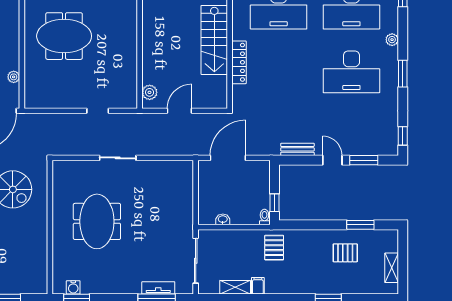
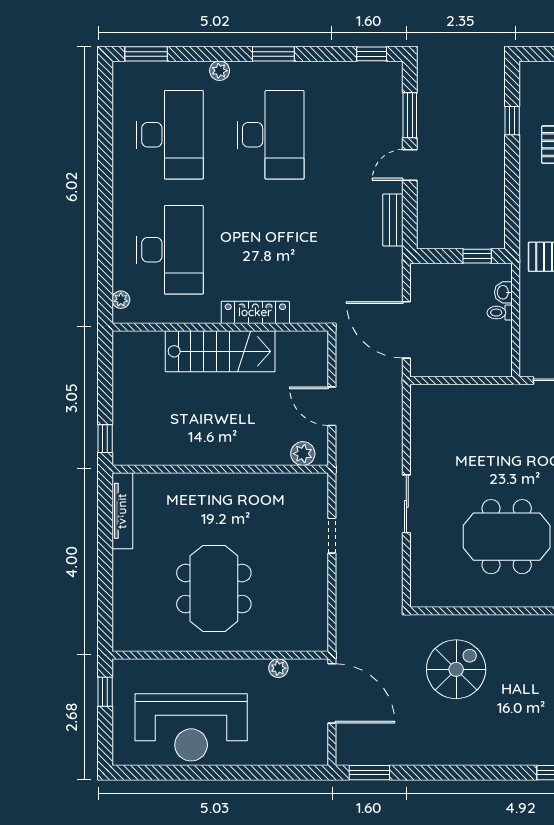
toilet: (264, 217) -> (500, 313), moved
washbasin: (223, 219) -> (503, 292), moved
window: (360, 225) -> (512, 121), width x0.67

